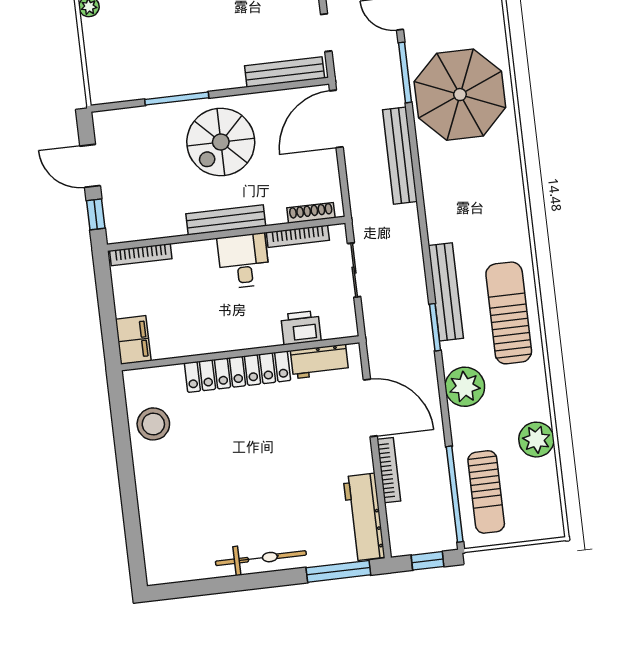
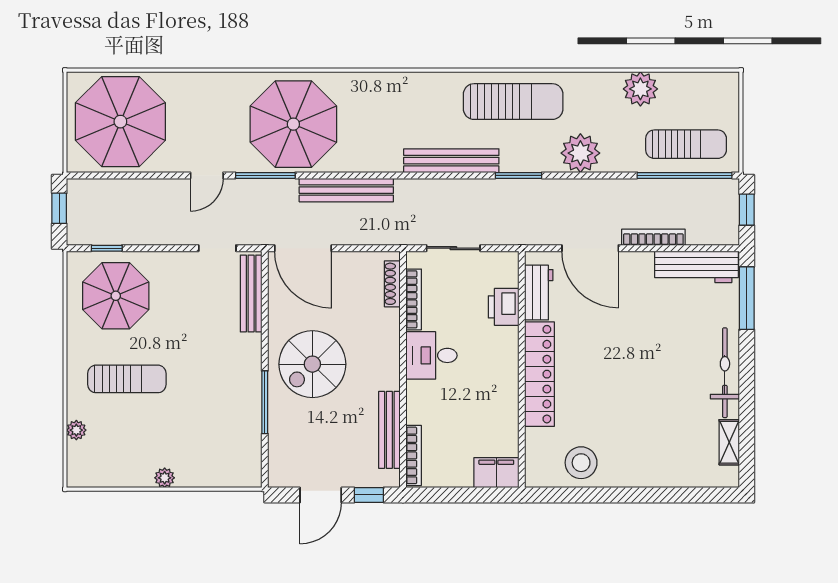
spiral stairs: (221, 142) -> (312, 364), turned 90
bench: (226, 220) -> (389, 430), moved
bench: (446, 292) -> (451, 161), moved
sun lounger: (509, 313) -> (513, 102), turned 180
door: (370, 408) -> (590, 248), swing flipped
shelving: (191, 571) -> (729, 442), added

